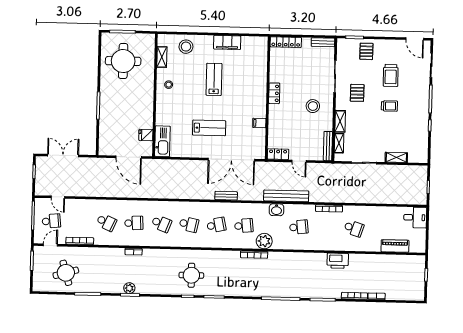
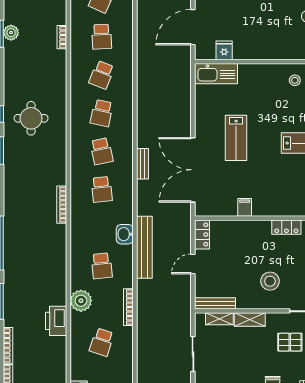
plant: (264, 241) -> (81, 301), moved

